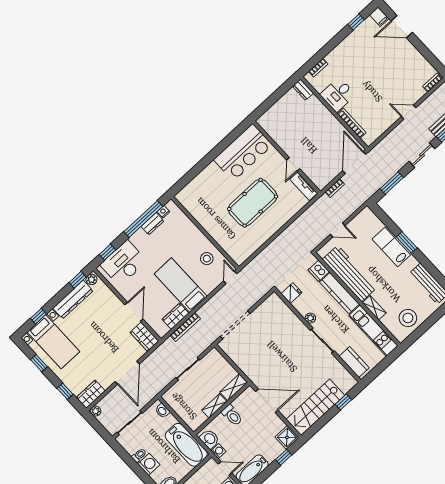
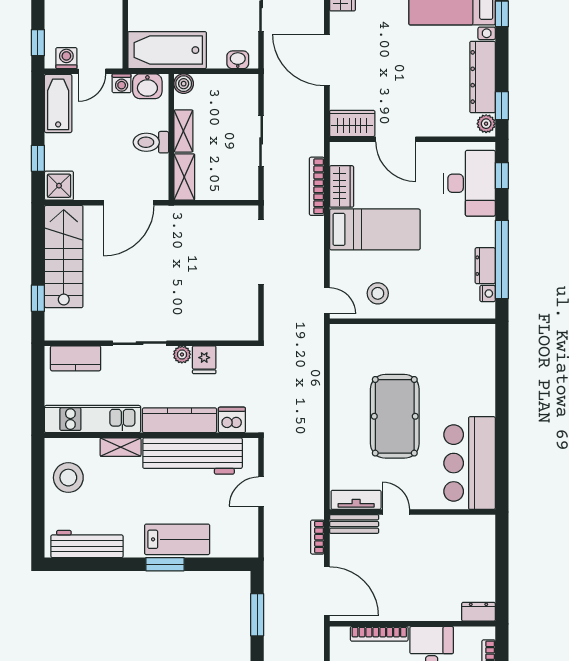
bench: (315, 177) -> (354, 524), added
fridge: (292, 293) -> (204, 360), moved
boiler: (194, 424) -> (184, 84), added

